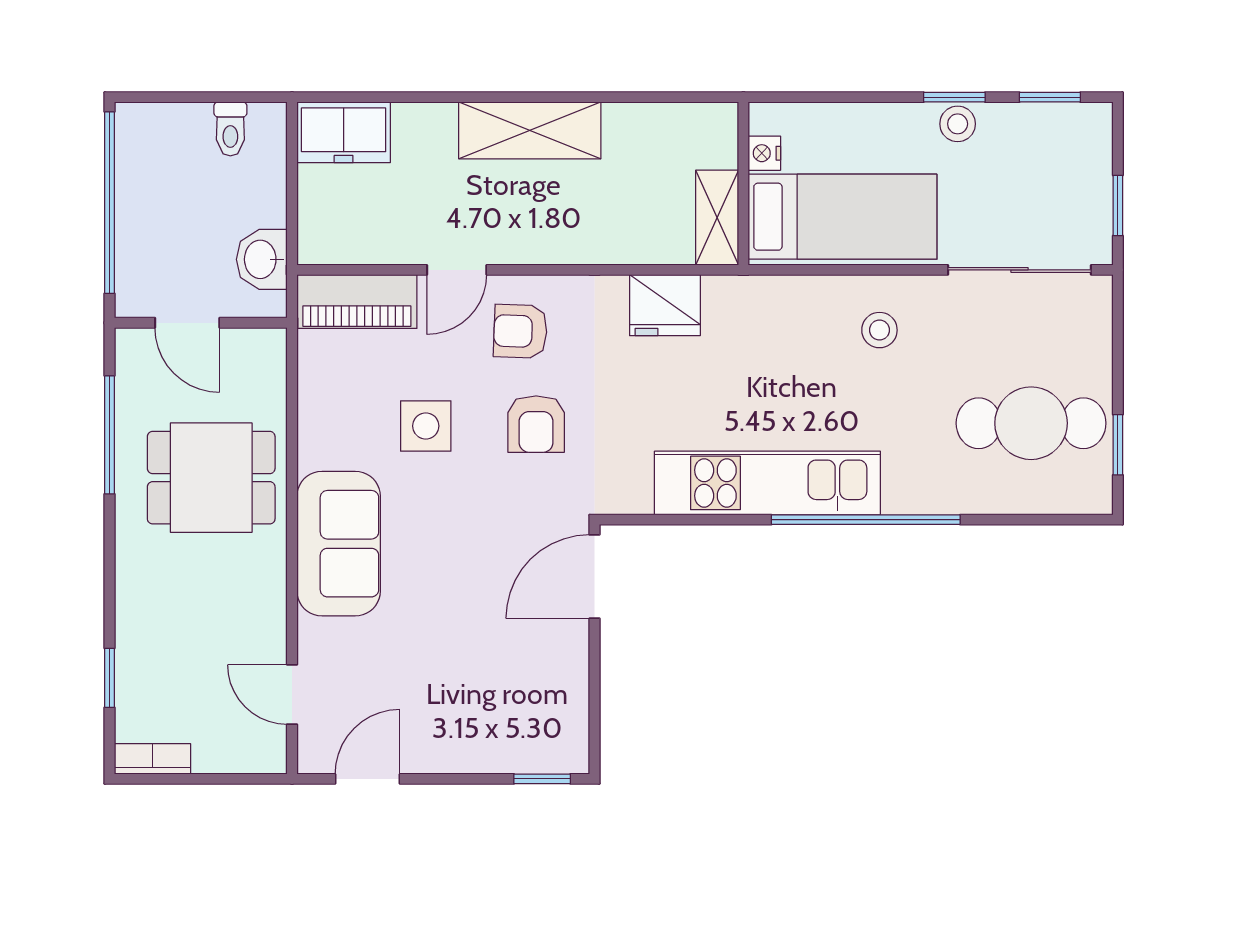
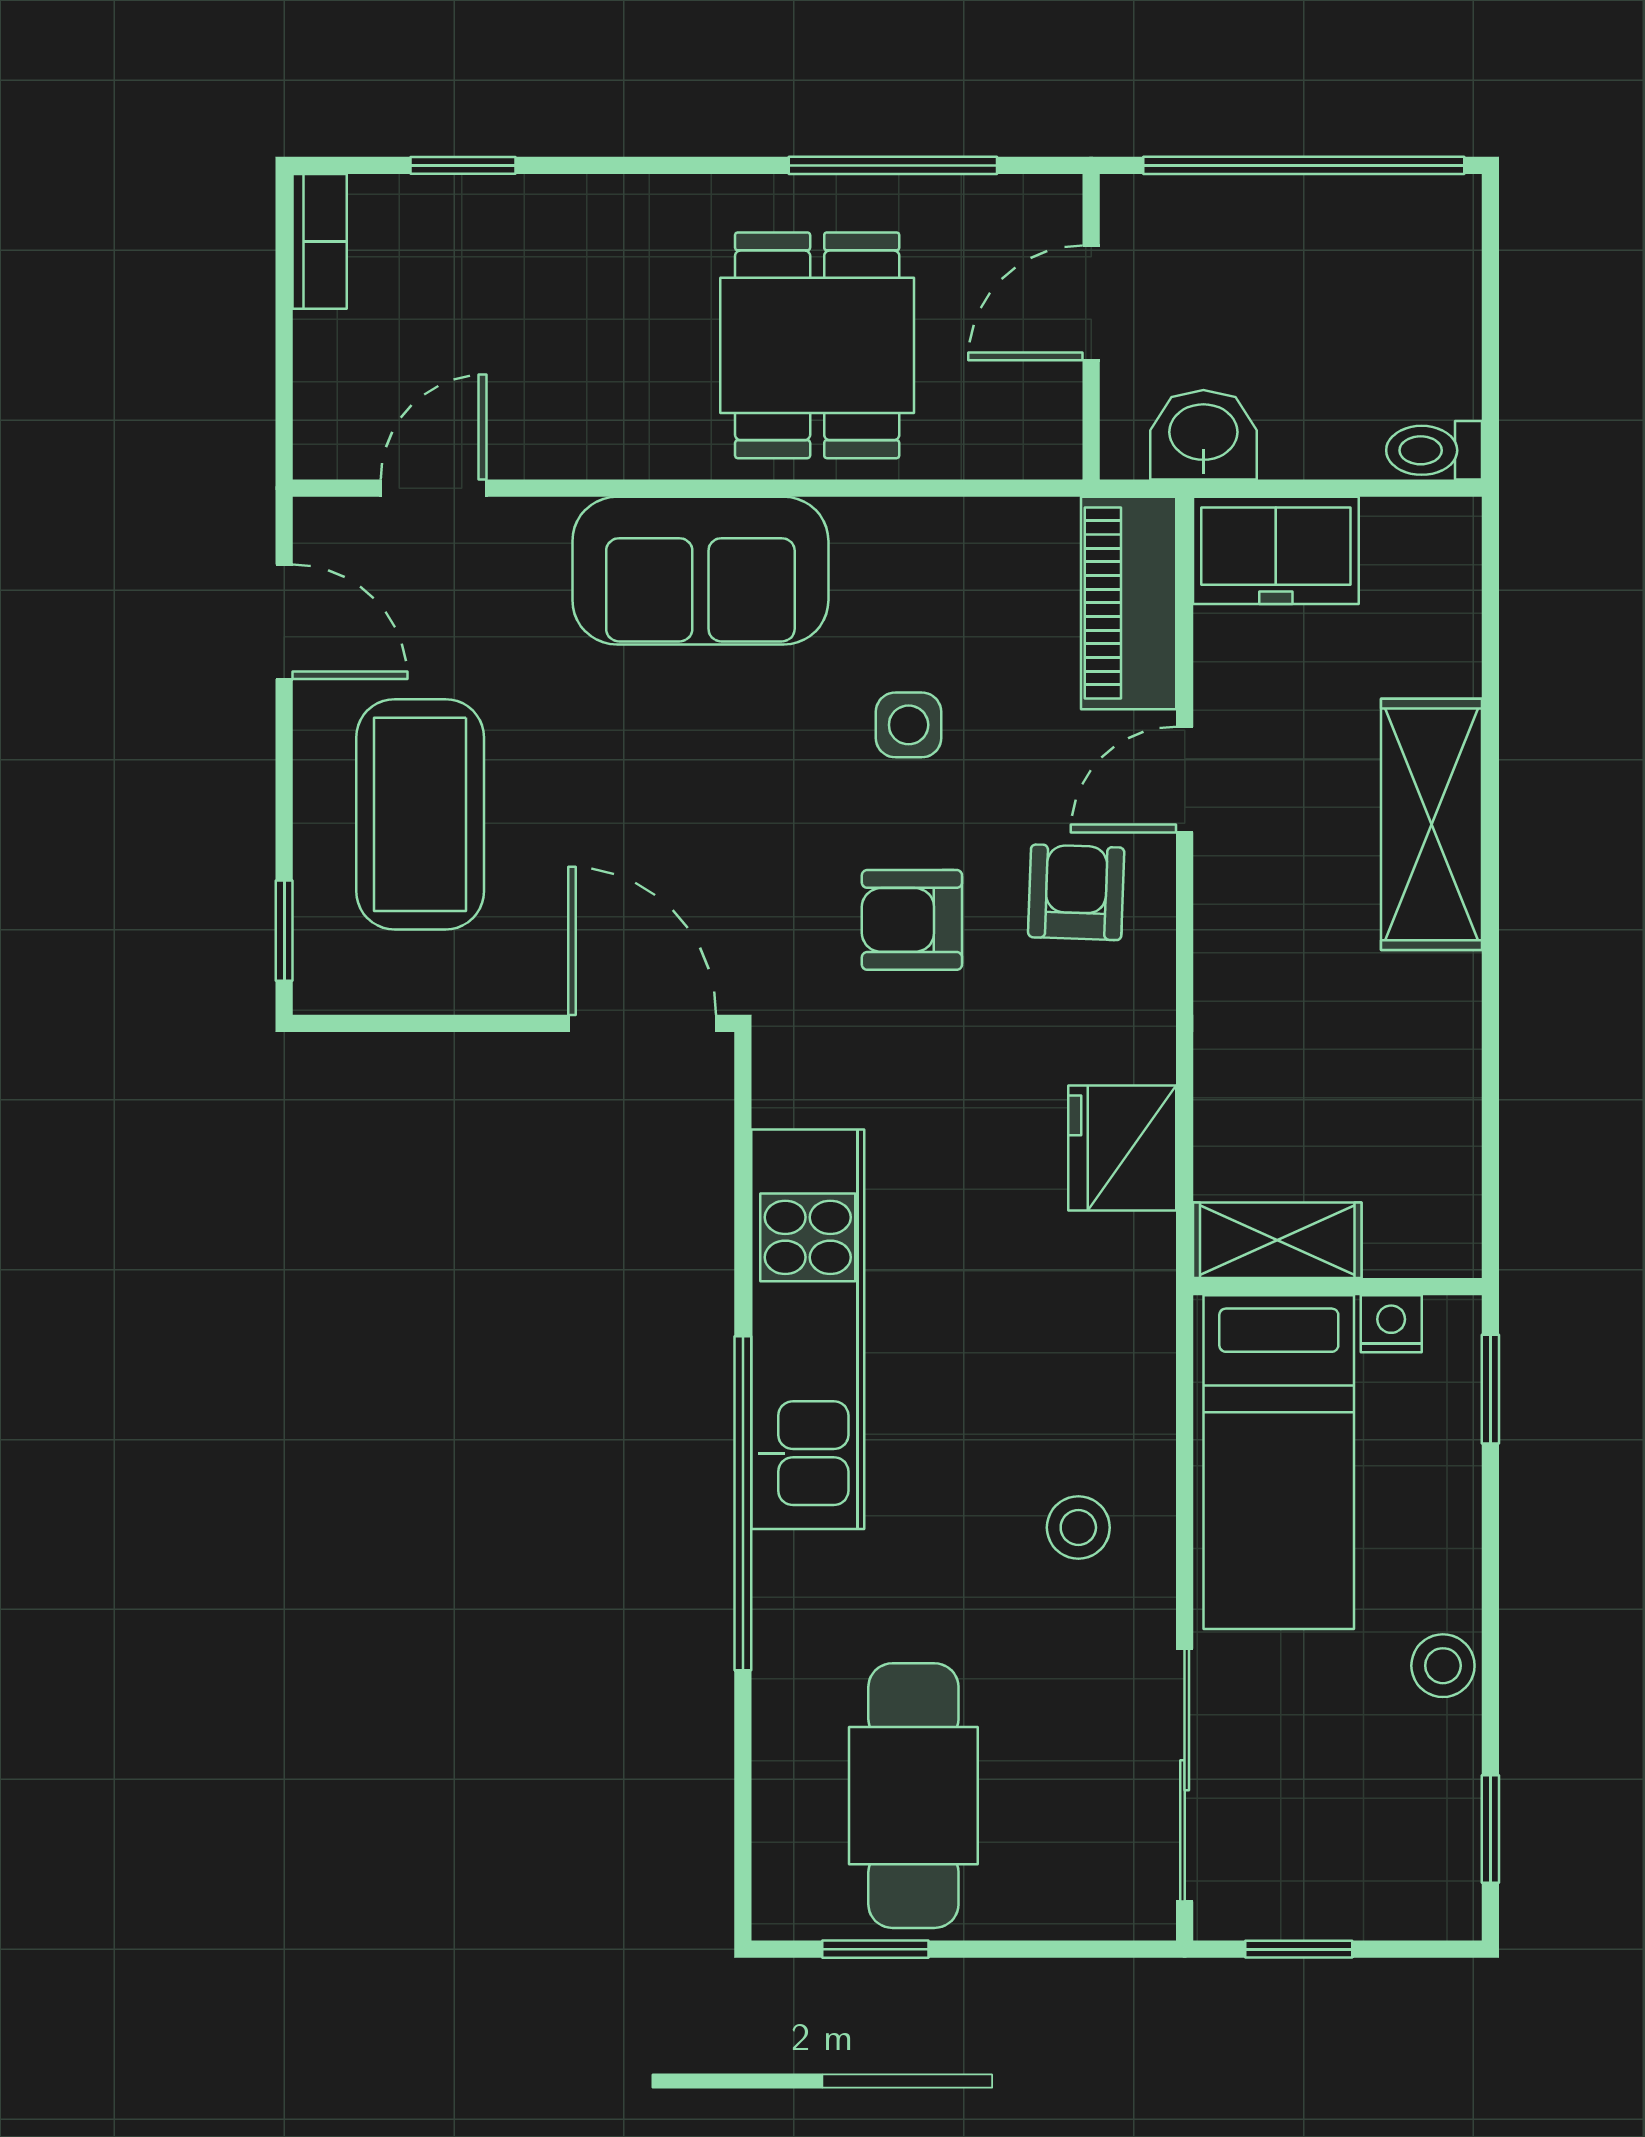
window: (954, 97) -> (1490, 1389), moved
toilet: (230, 129) -> (1434, 450), moved
shelving: (530, 130) -> (1432, 824), moved
freezer: (344, 132) -> (1276, 550), moved, turned -90
door: (457, 270) -> (1185, 780), hinge flipped
side table: (426, 426) -> (909, 725), width x0.73, depth x0.73
coffee table: (476, 702) -> (420, 814), added

